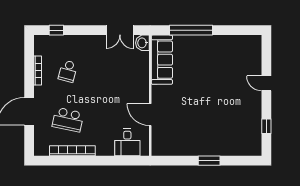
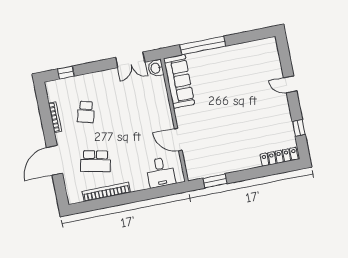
locker: (243, 150) -> (279, 157), added
window: (209, 161) -> (215, 181), moved

